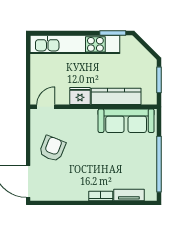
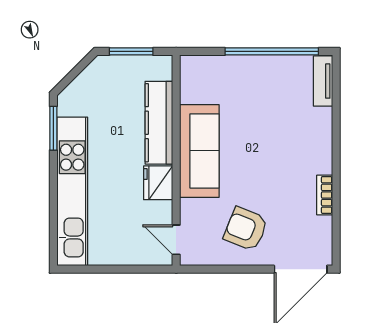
sofa: (126, 121) -> (199, 151), moved
tv unit: (129, 195) -> (323, 81), moved
bookcase: (101, 196) -> (325, 195), moved

